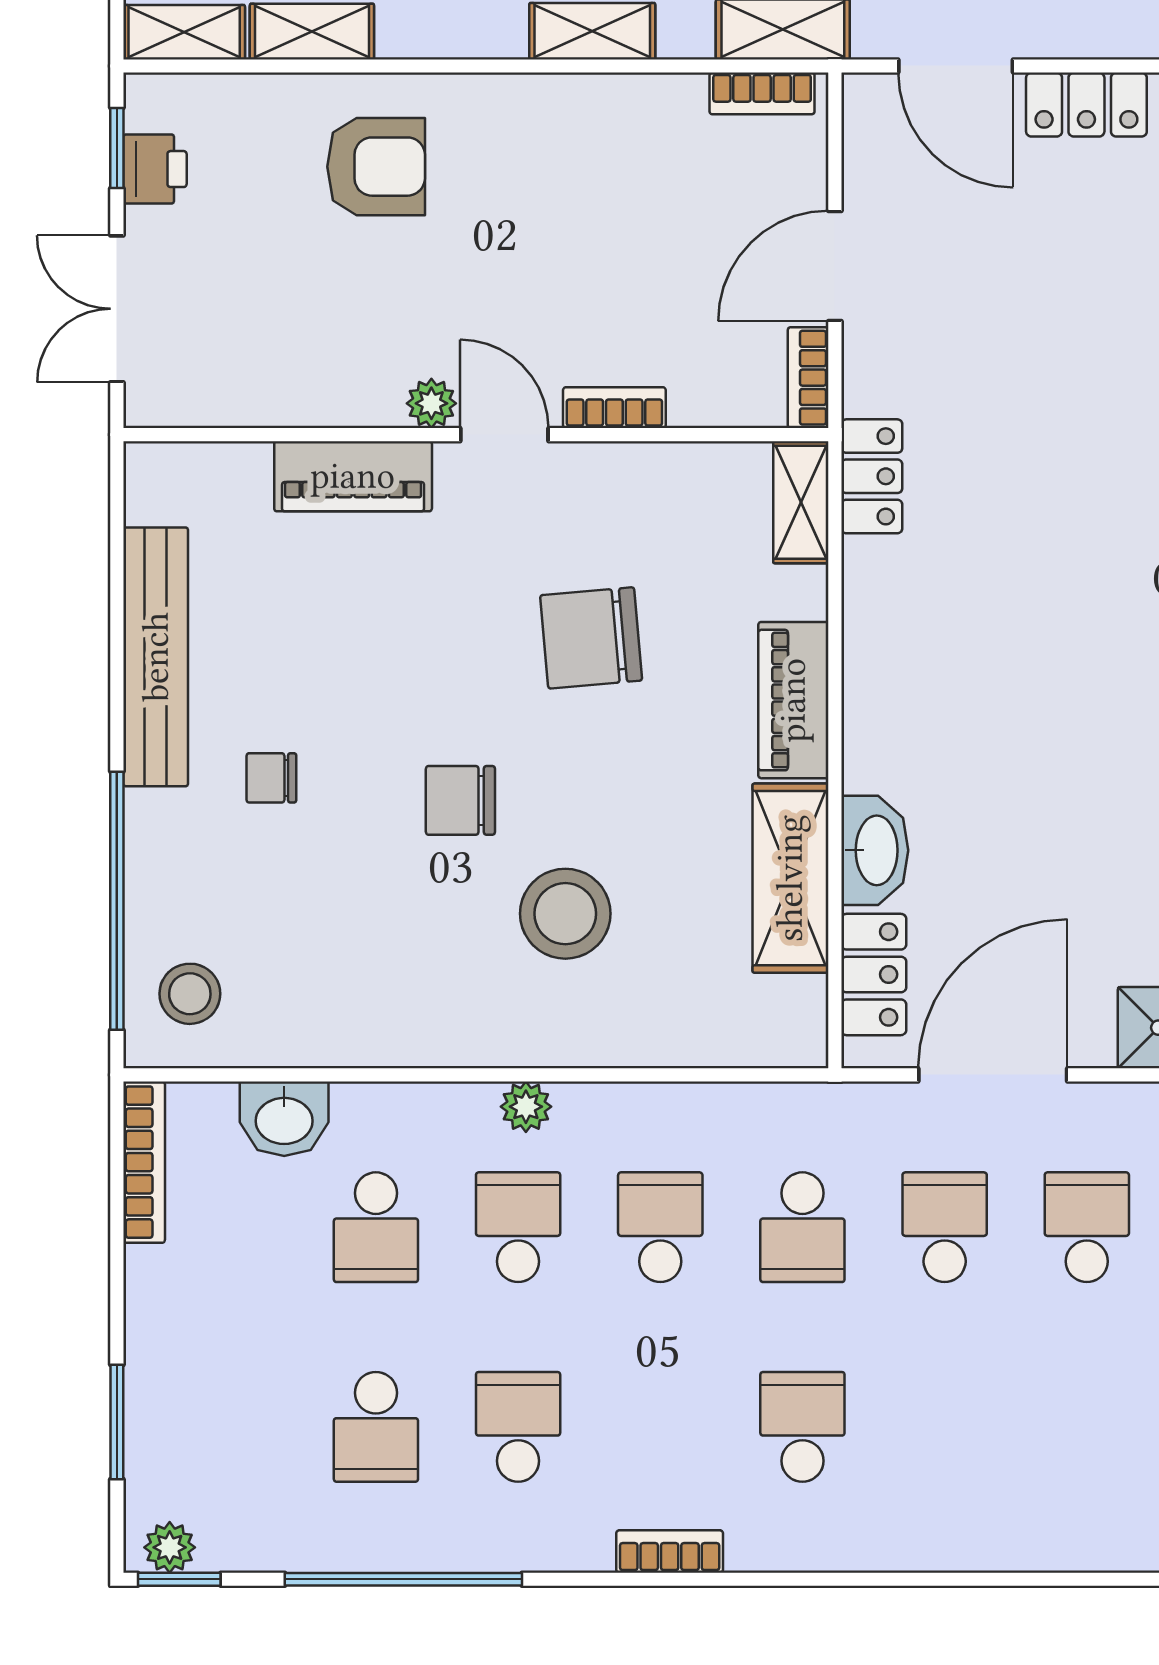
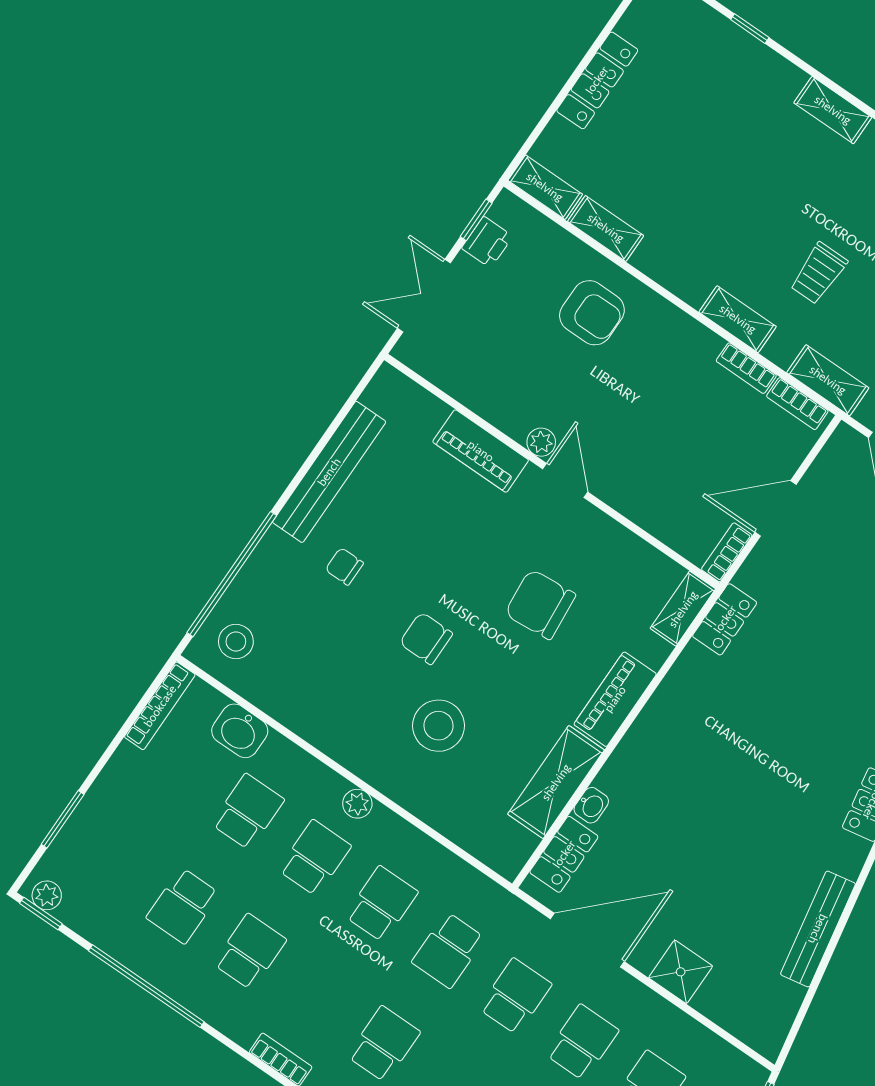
bookcase: (614, 408) -> (746, 368), moved, turned 180
washbasin: (875, 850) -> (591, 805), width x0.52, depth x0.69
school desk: (376, 1227) -> (248, 812), turned 180

